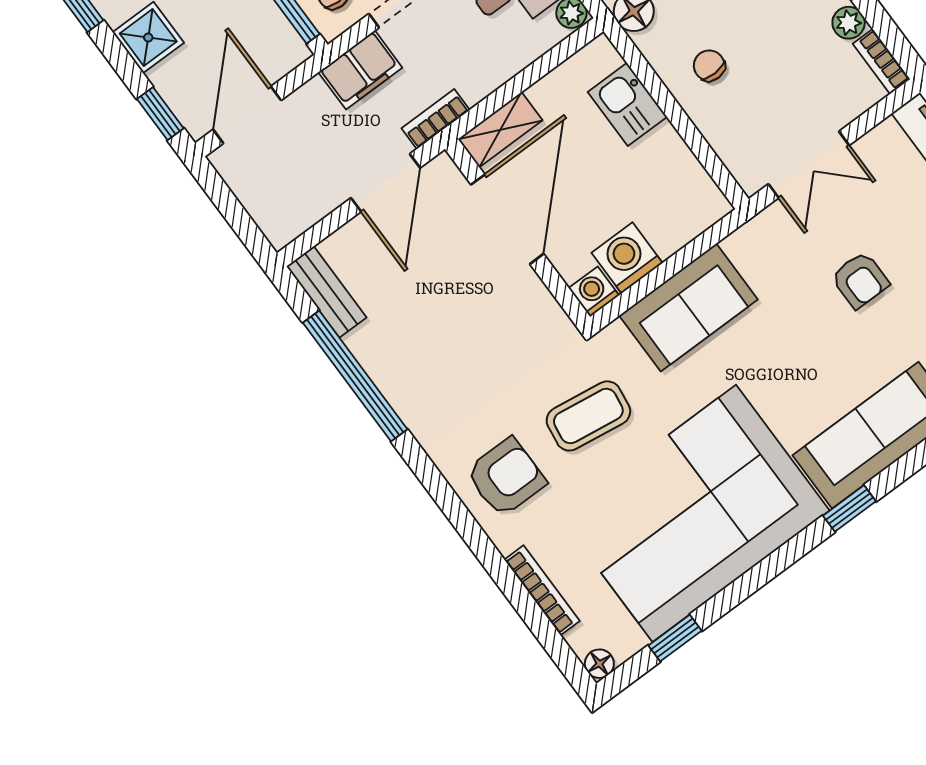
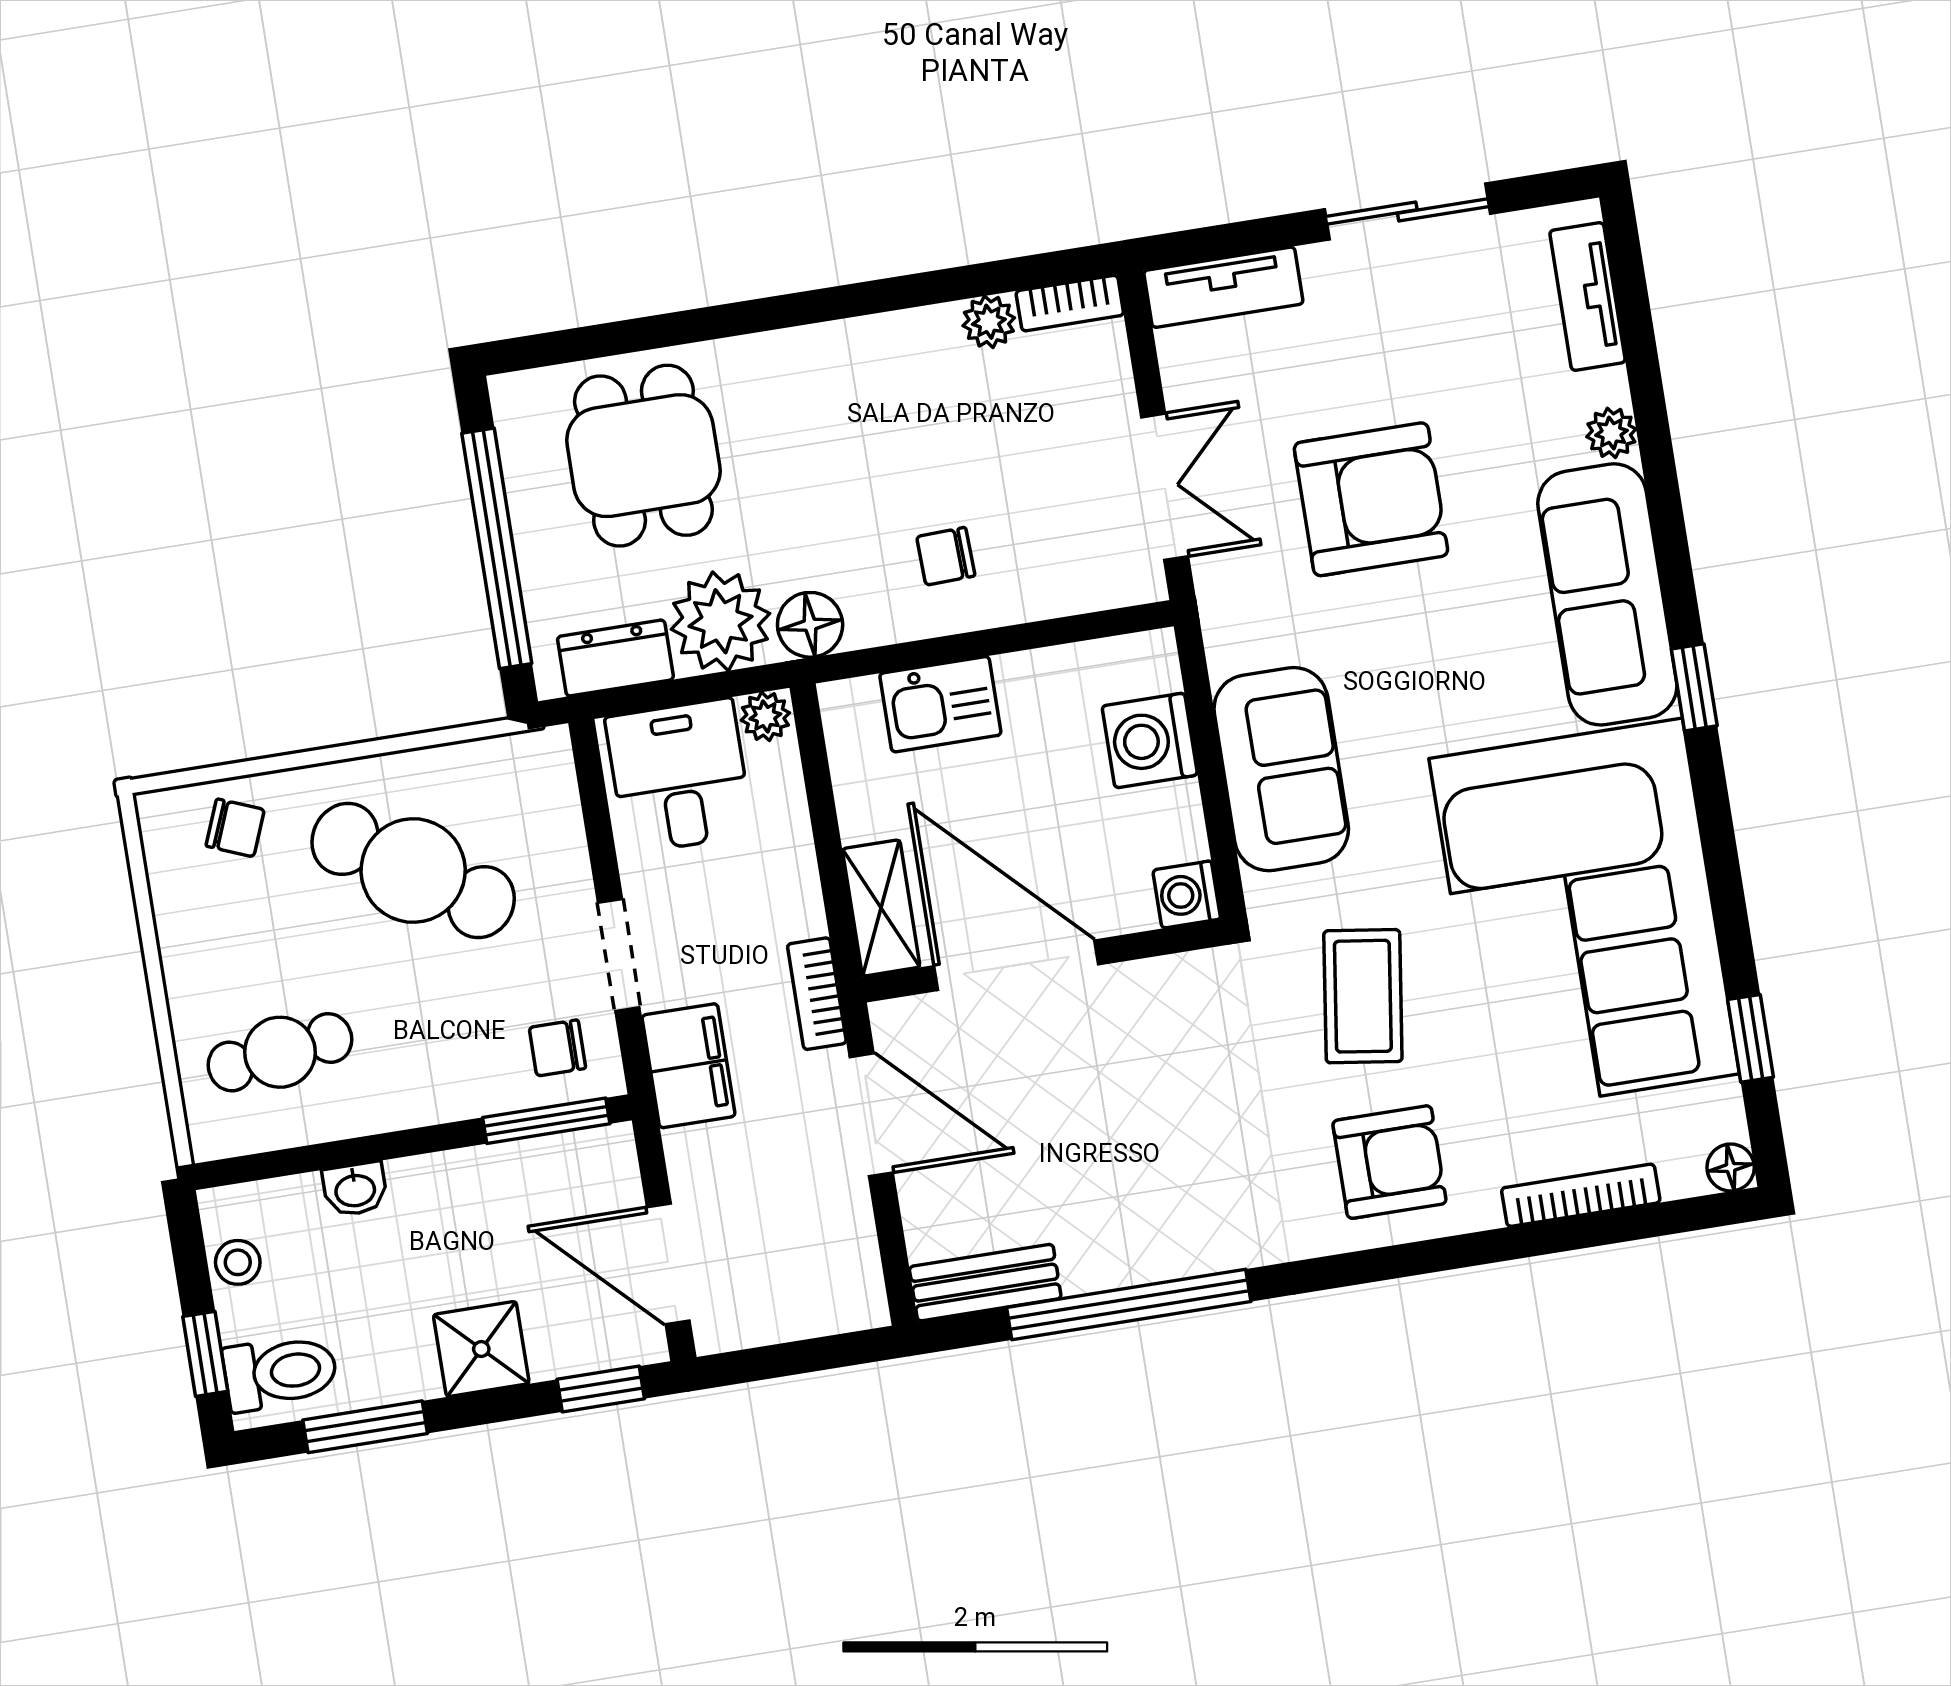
washing machine: (627, 258) -> (1150, 740), moved
armchair: (860, 280) -> (1371, 499), width x1.88, depth x1.88
armchair: (506, 477) -> (1389, 1162), turned 90

